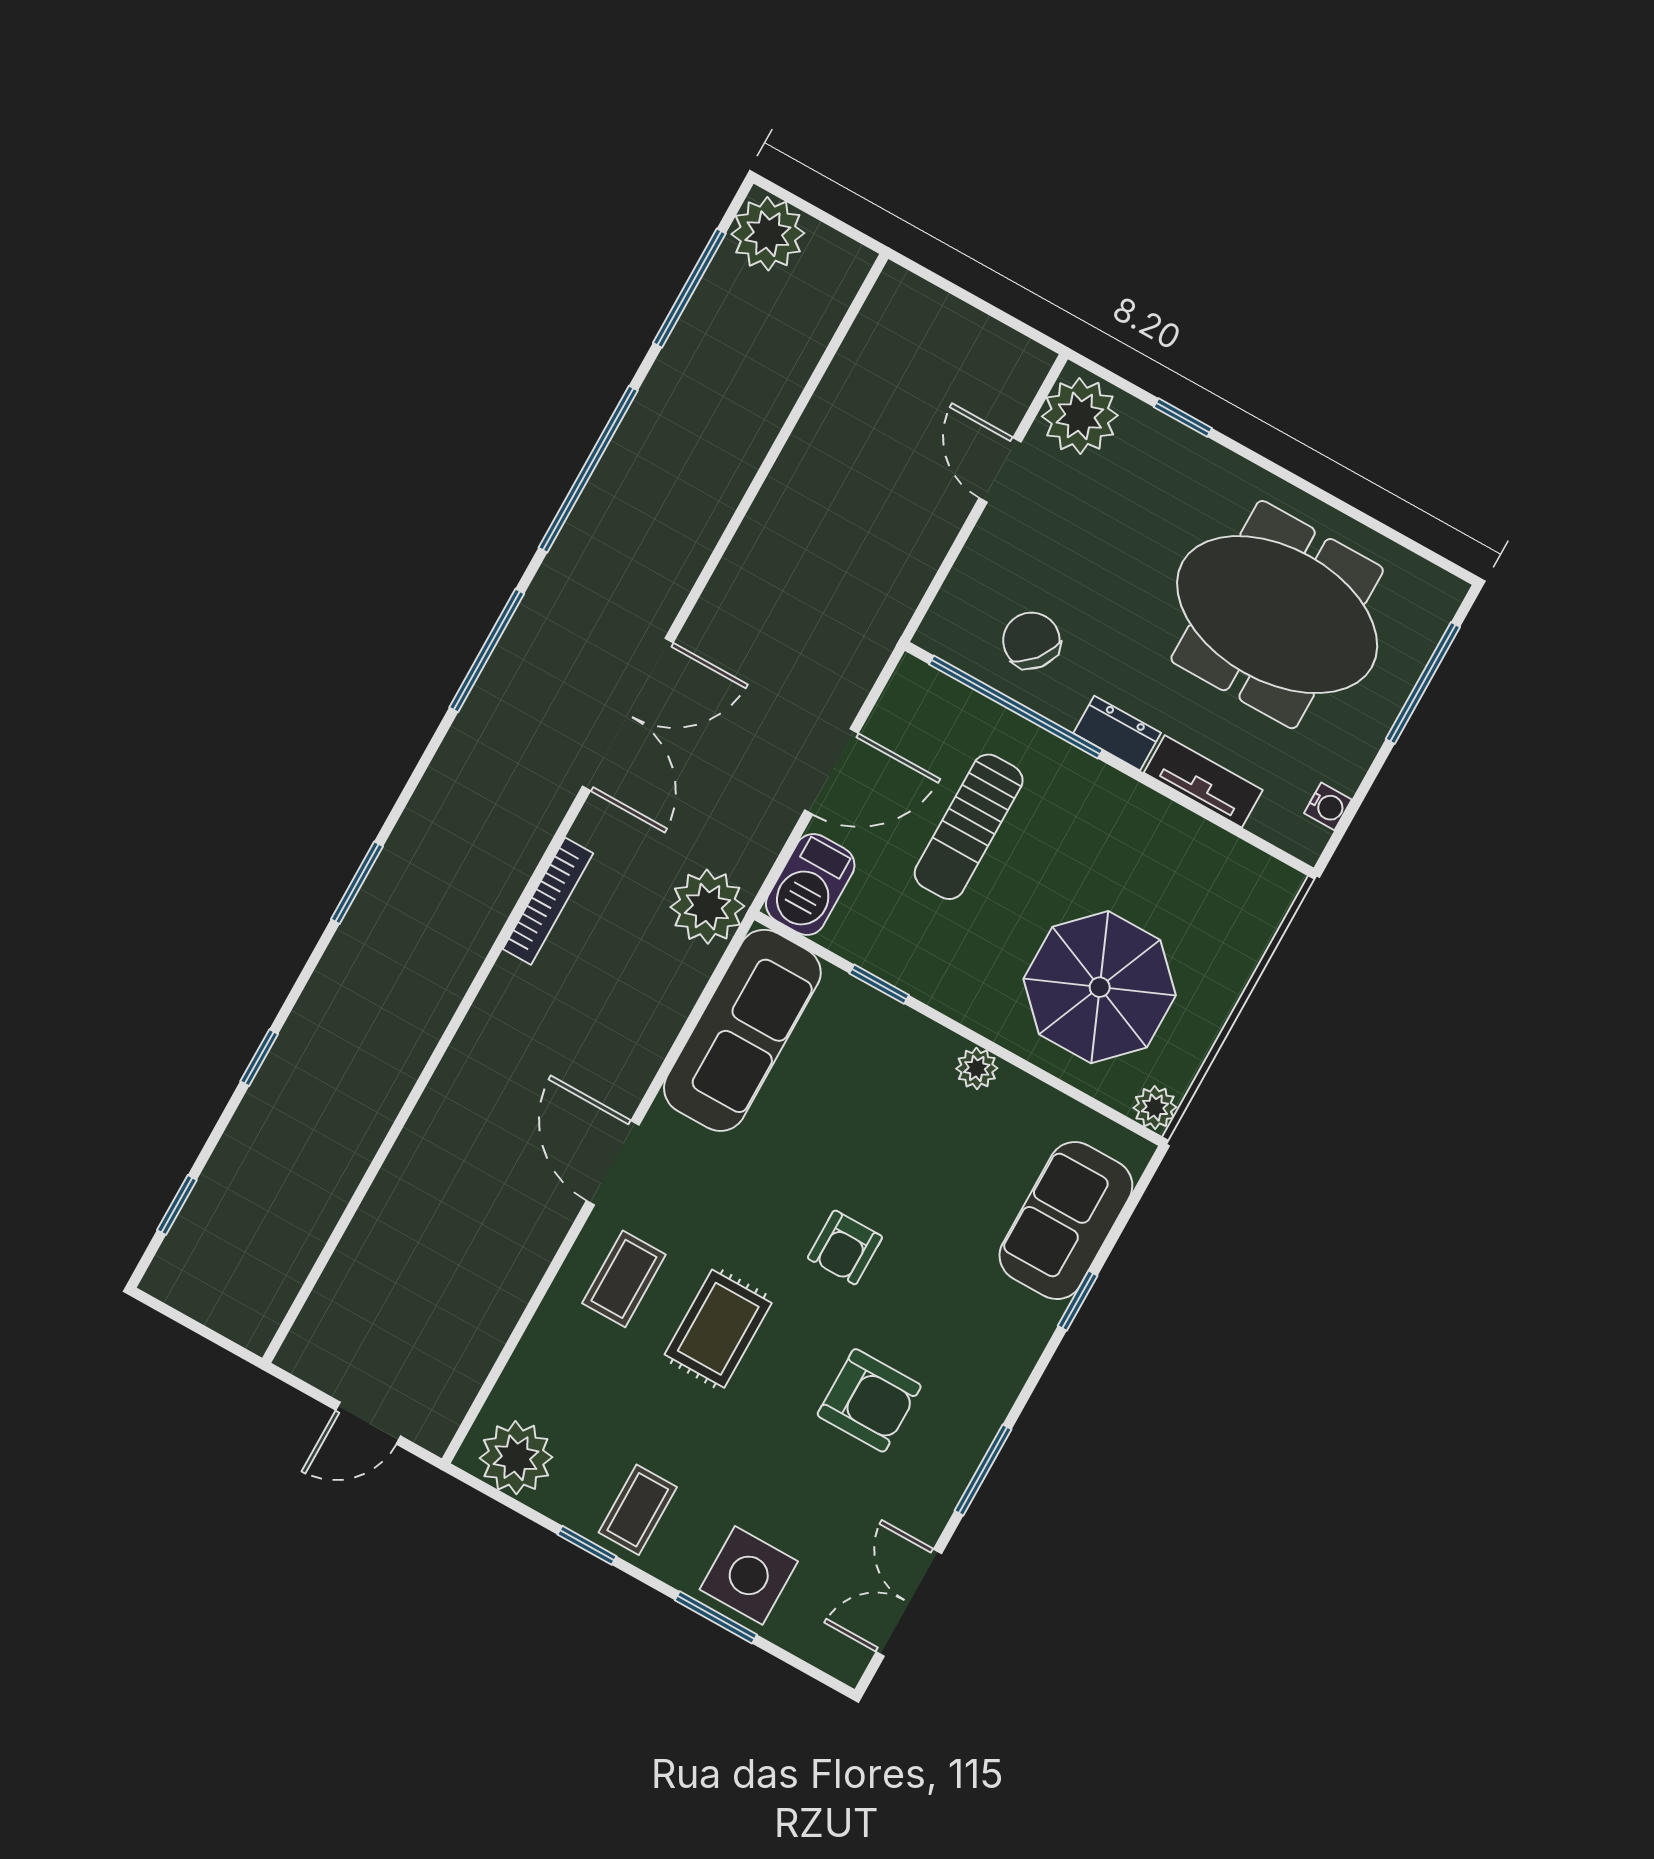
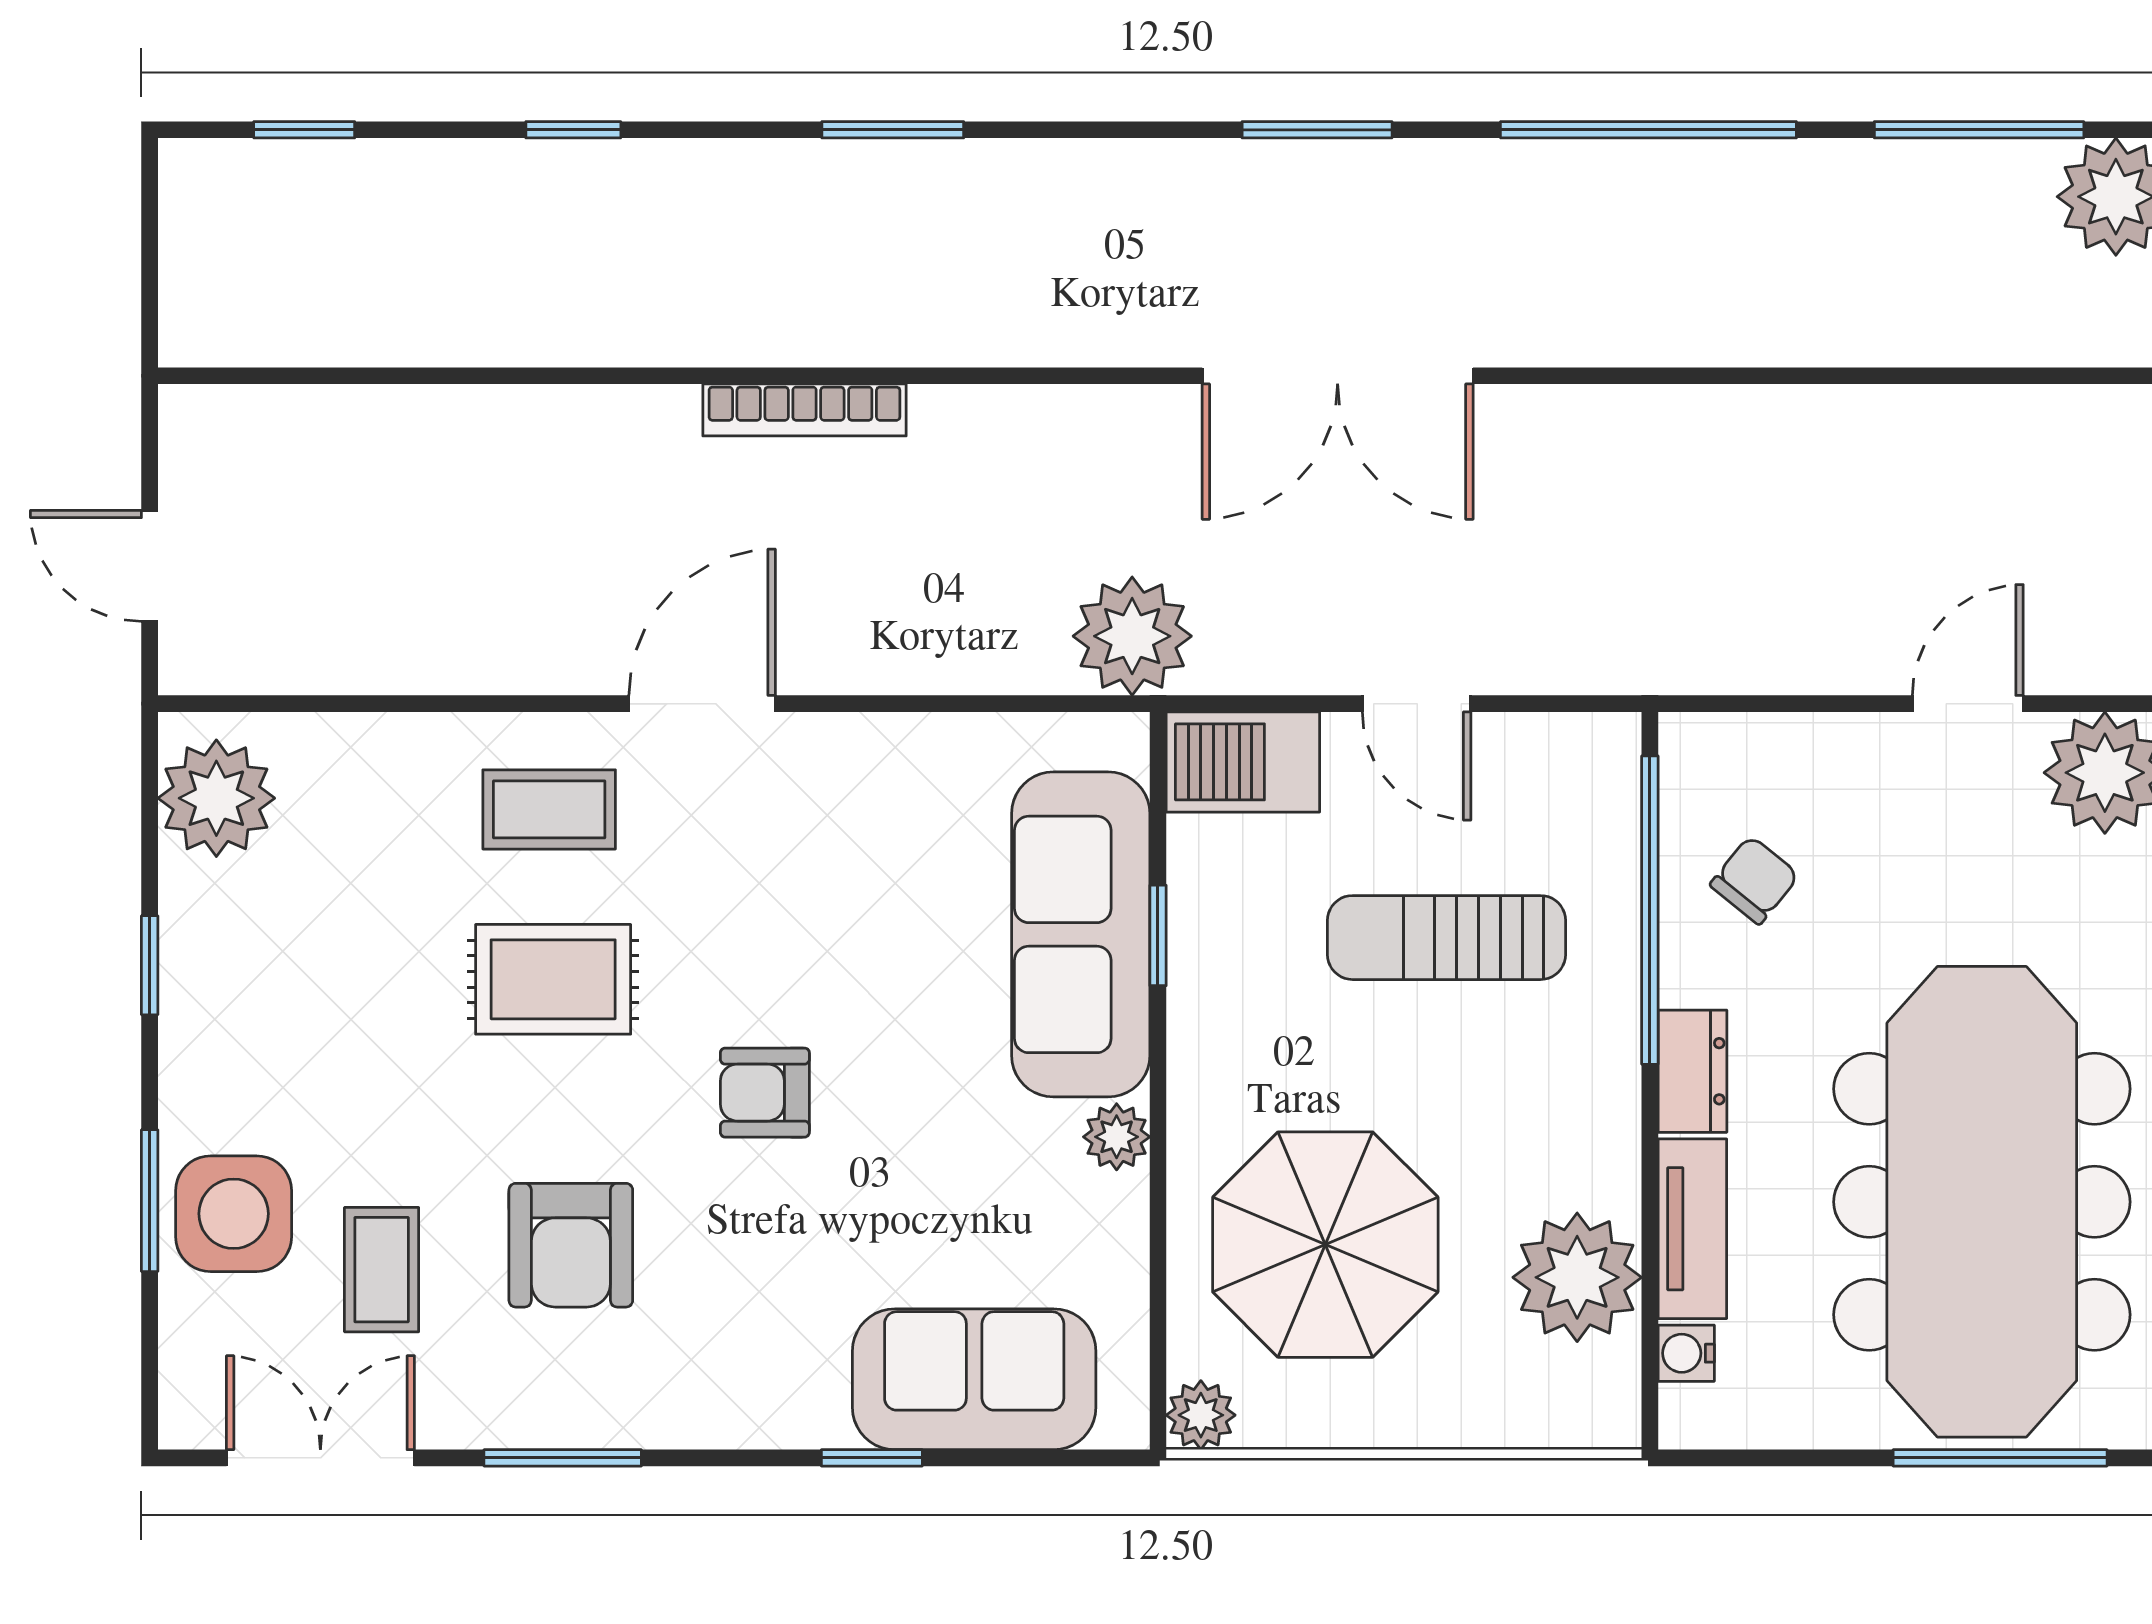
meeting table: (1277, 615) -> (1982, 1202), width x1.36
chair: (1031, 641) -> (1755, 880), width x0.73, depth x0.73
window: (487, 651) -> (1317, 130), width x0.69
door: (831, 772) -> (1417, 704), width x0.73
water cooler: (1328, 806) -> (1686, 1353), moved, turned 90
plant: (1195, 859) -> (1577, 1277), added
bookcase: (548, 901) -> (804, 410), moved
sofa: (742, 1030) -> (1081, 934), moved, turned 90
coffee table: (638, 1510) -> (382, 1270), moved, turned 90

